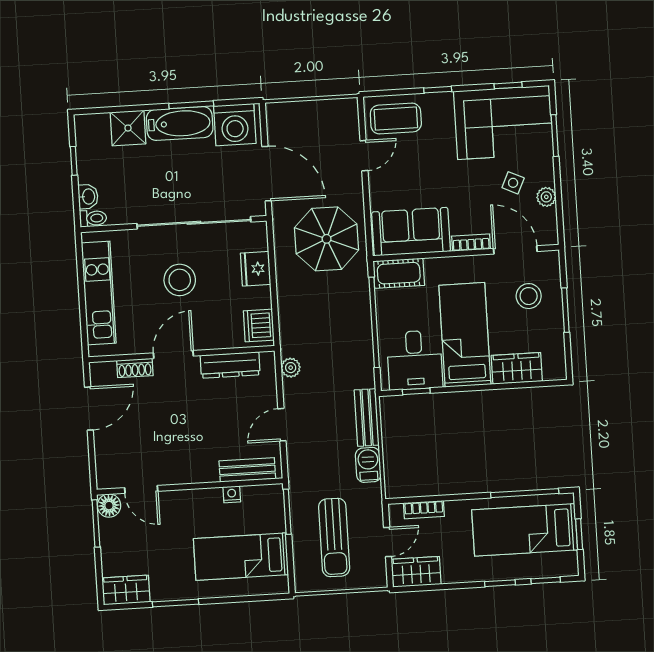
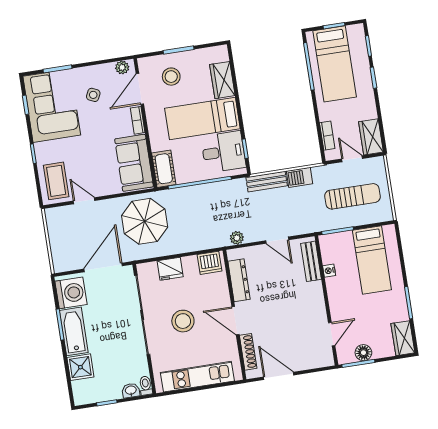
plant: (546, 197) -> (122, 67), moved
shoe rack: (135, 368) -> (248, 352), width x1.43
floor lamp: (109, 506) -> (363, 353), moved

